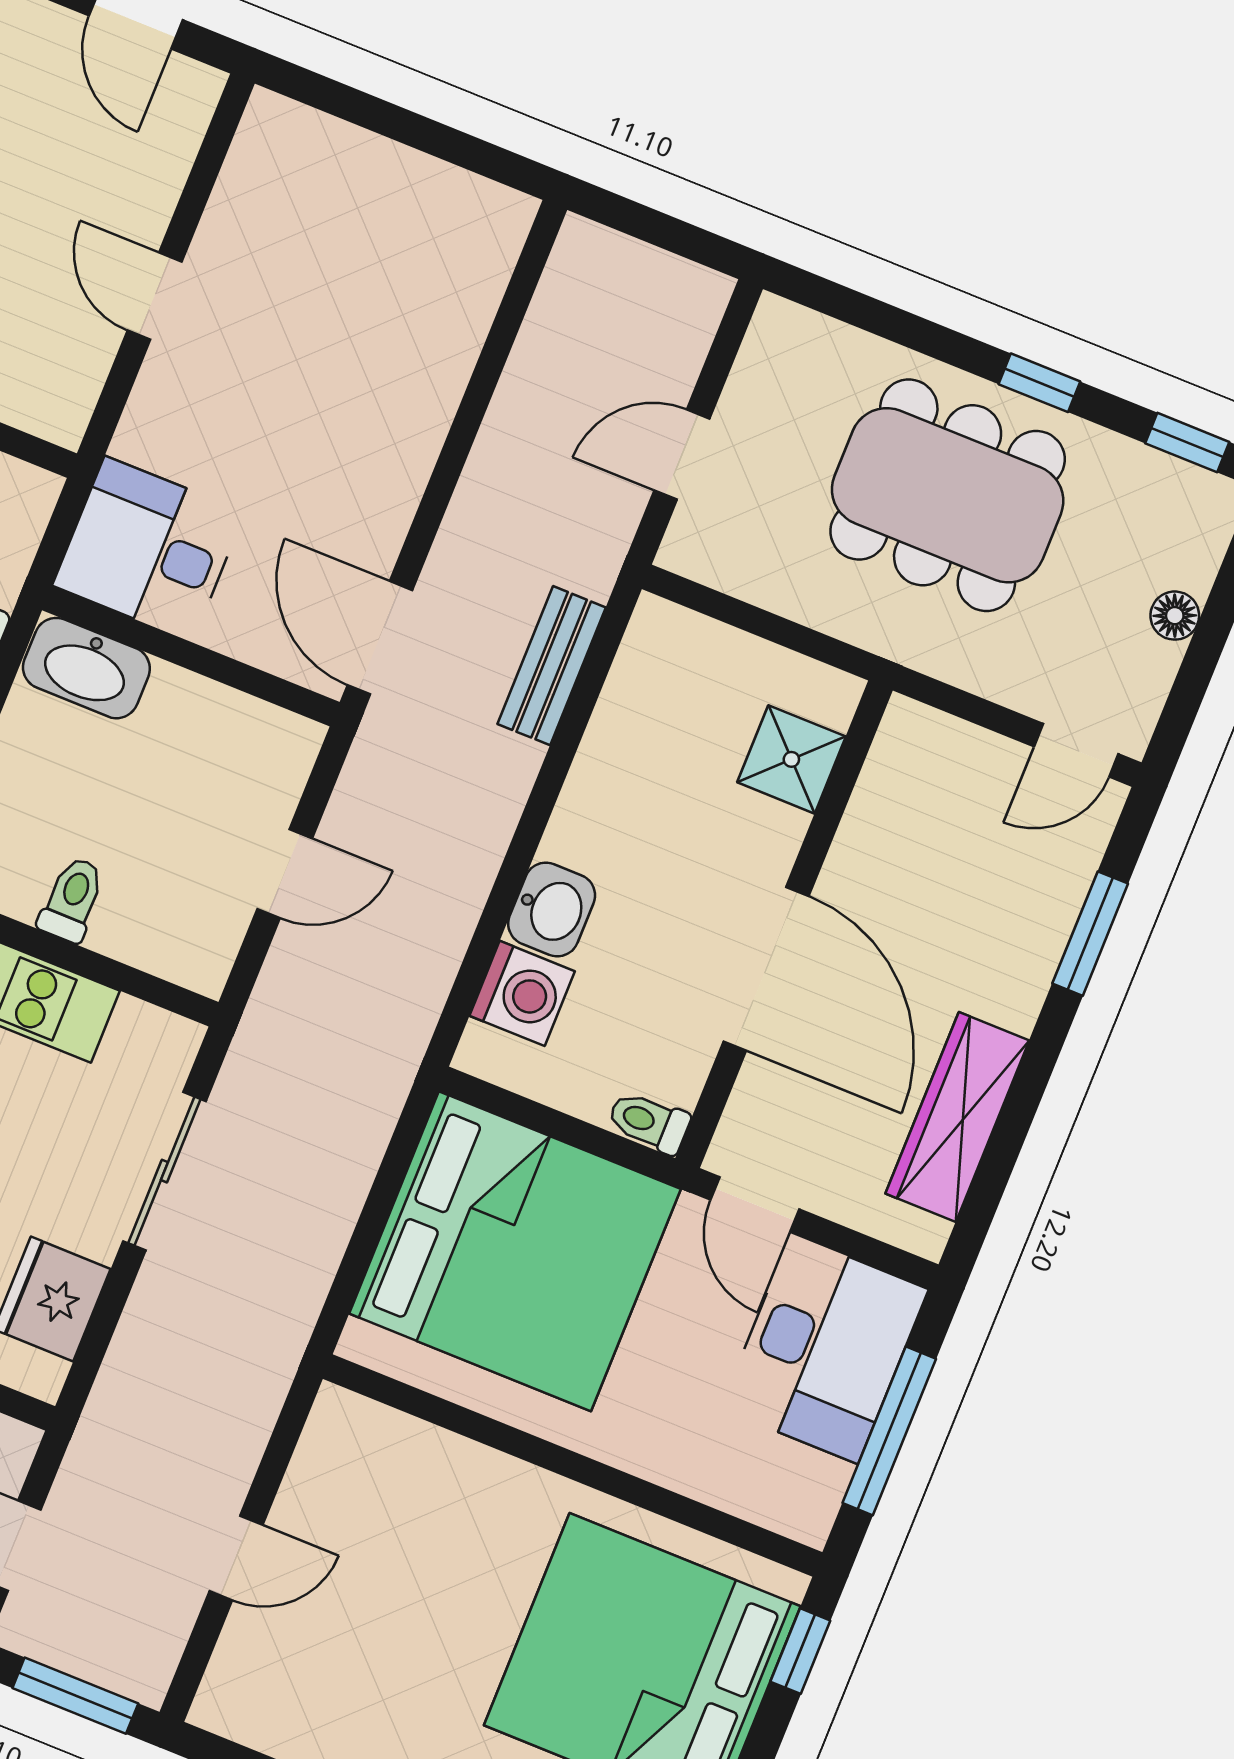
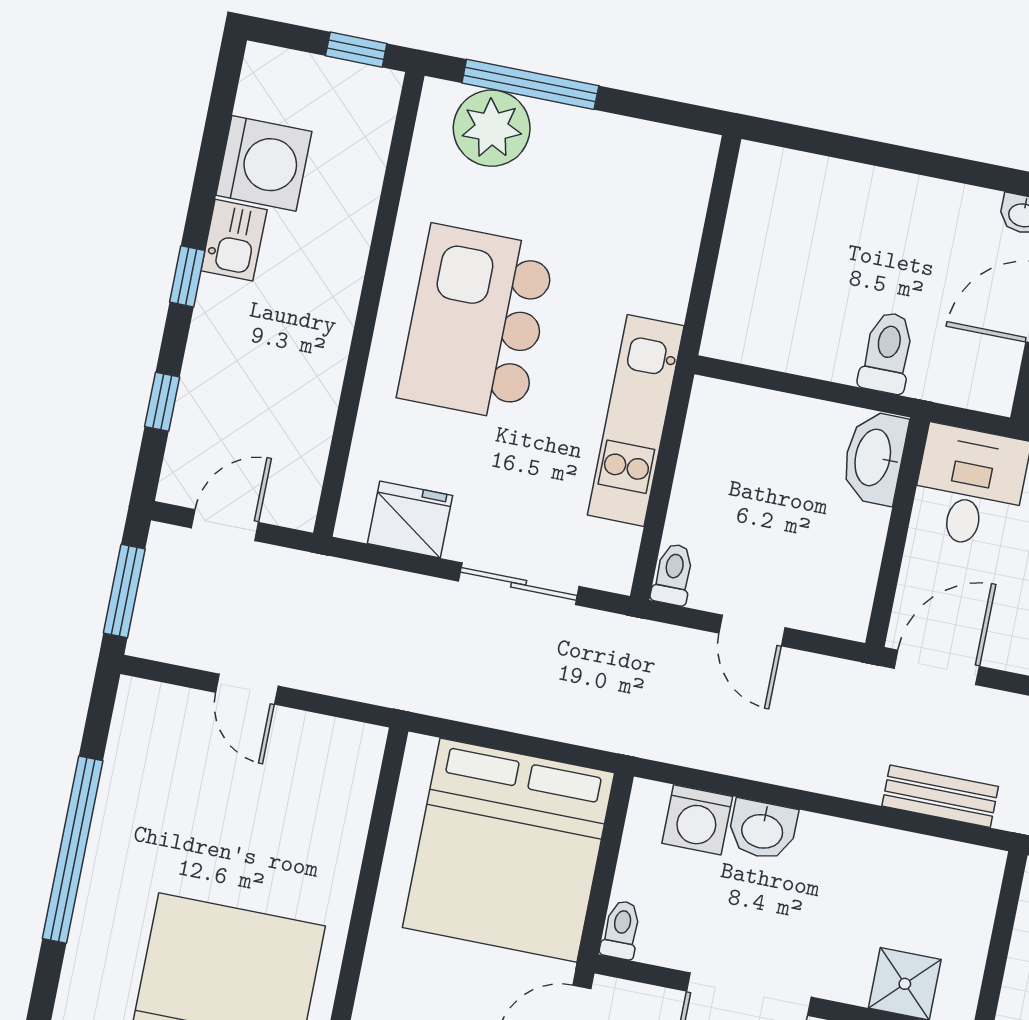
toilet: (72, 899) -> (673, 574), moved, turned -90

